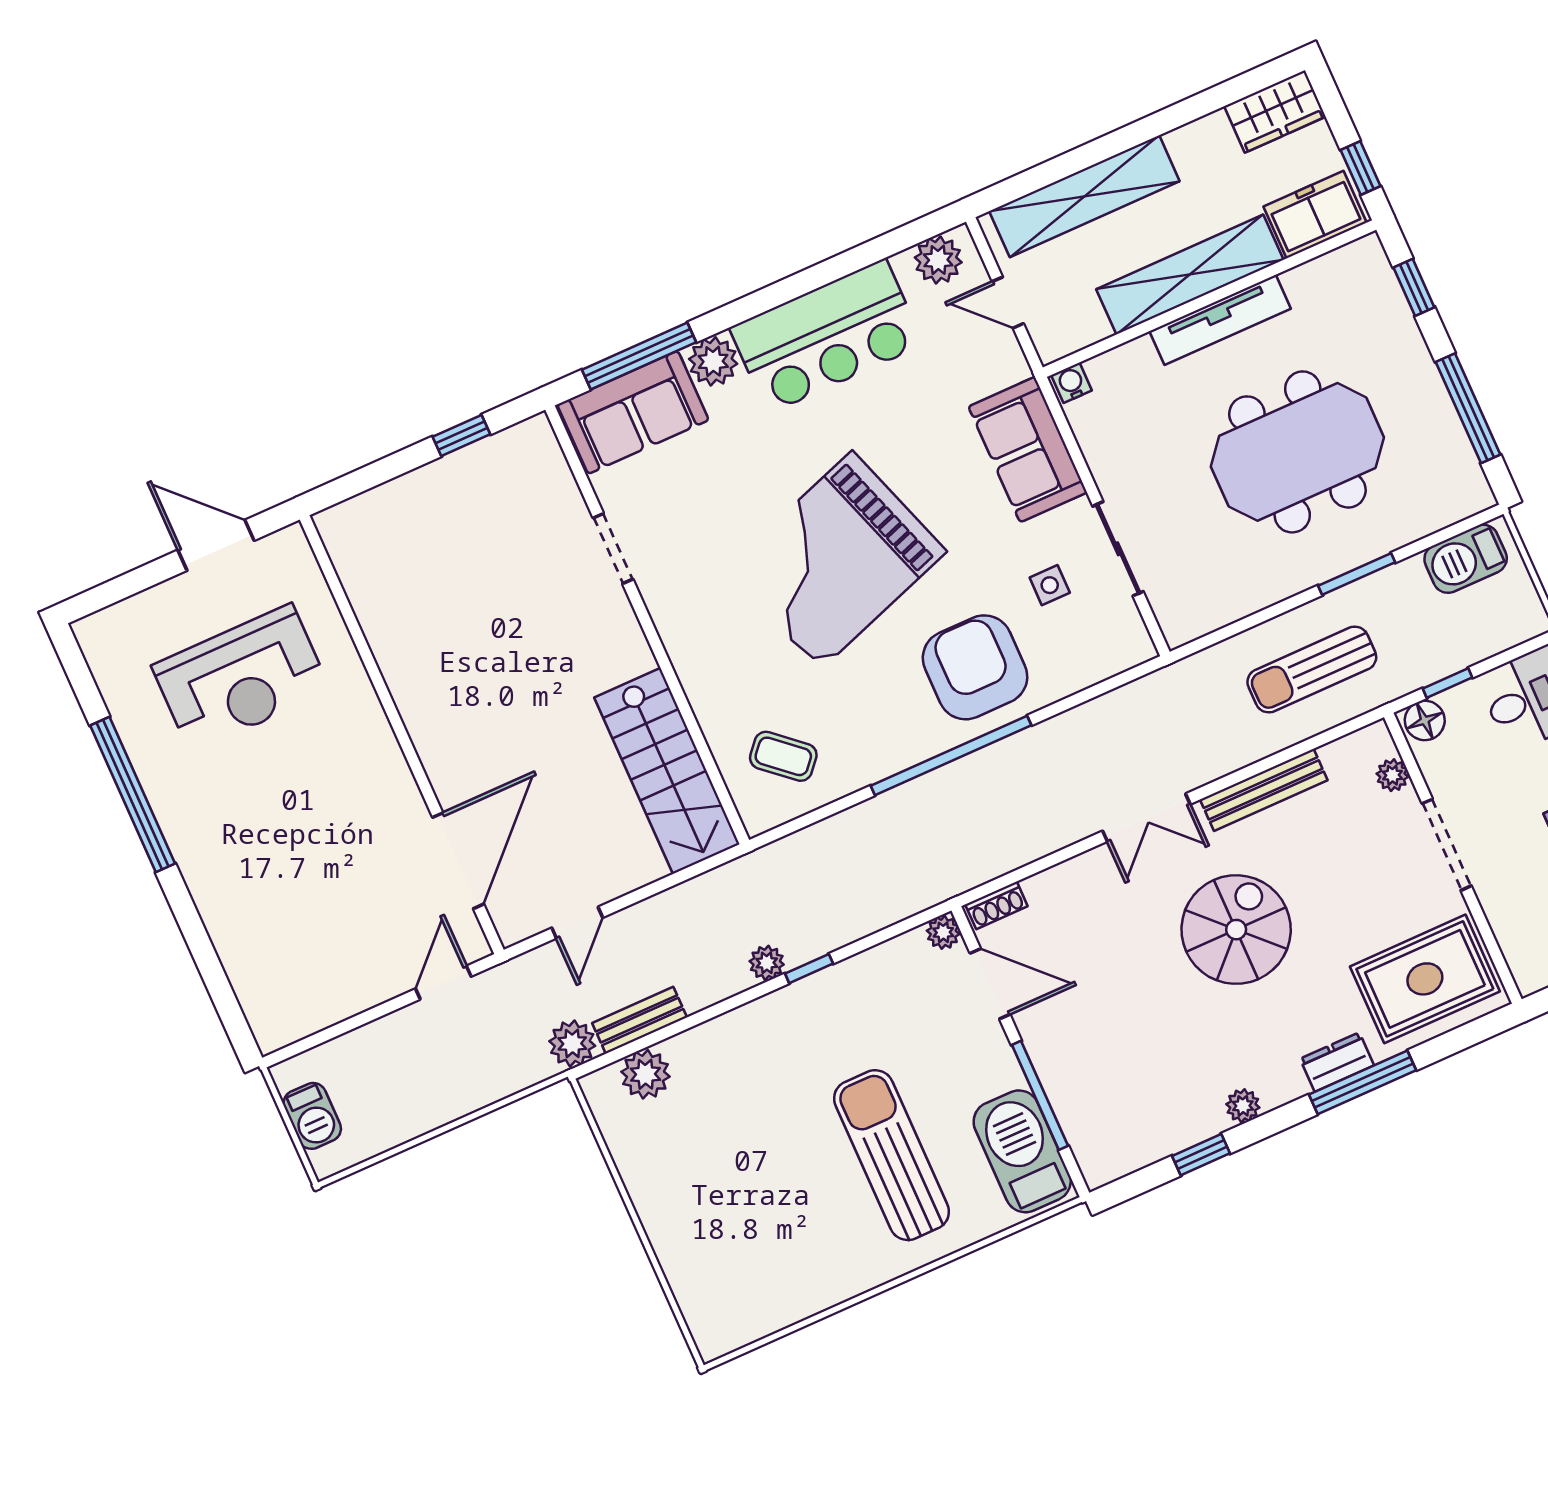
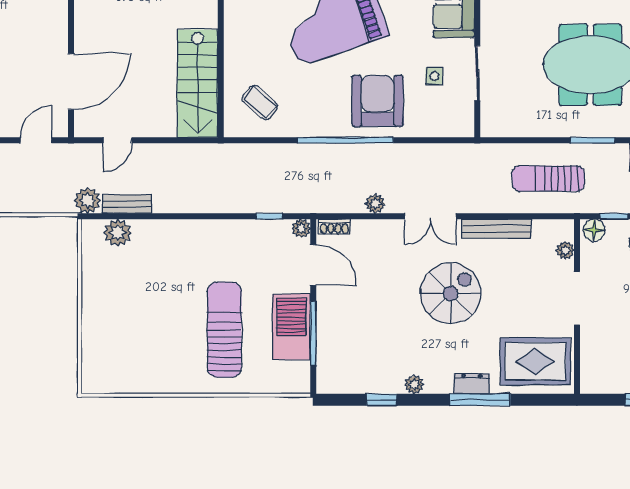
plant: (767, 963) -> (375, 204), moved
window: (809, 969) -> (270, 216), moved
barbecue: (1022, 1151) -> (292, 327), moved

